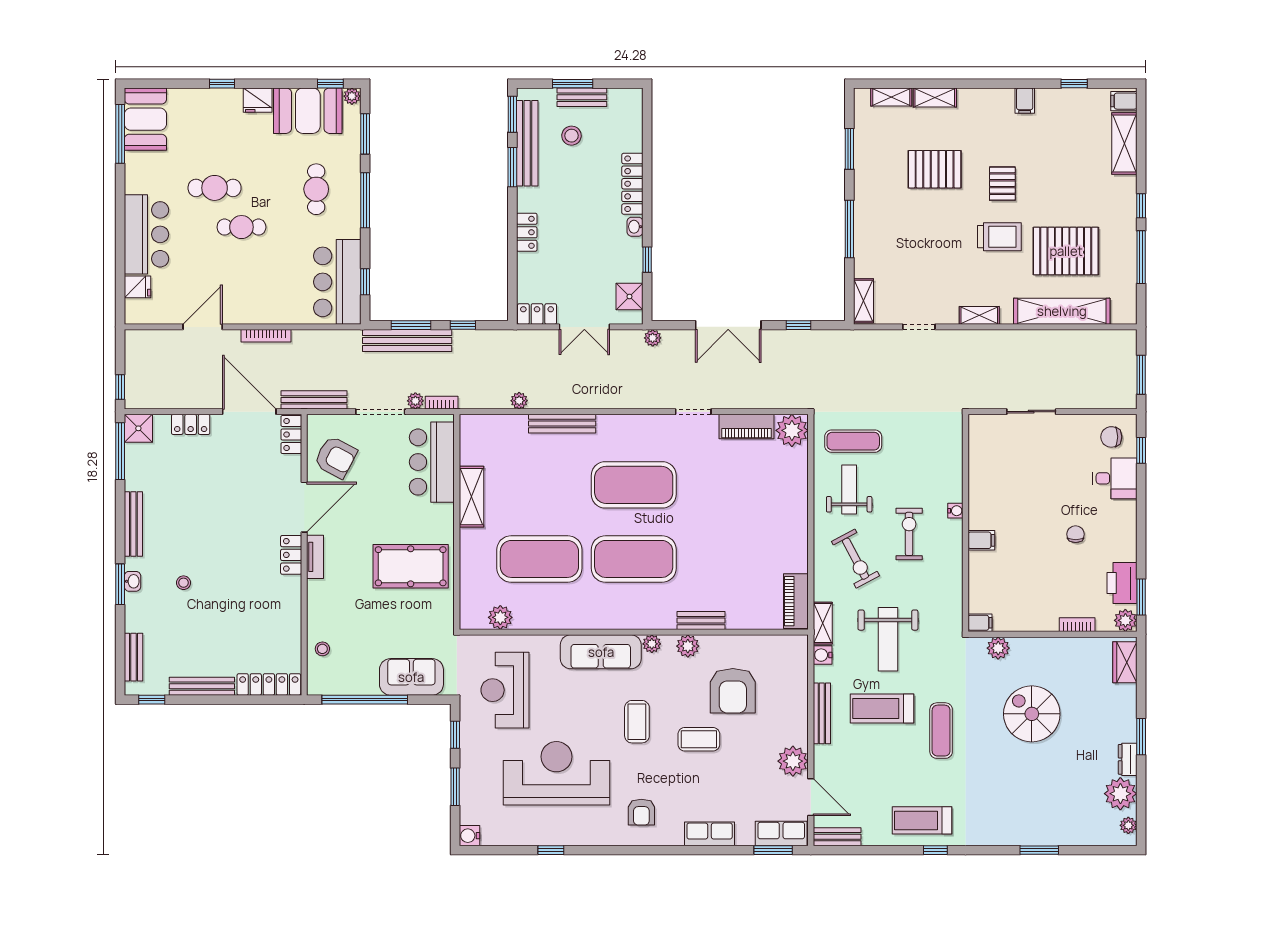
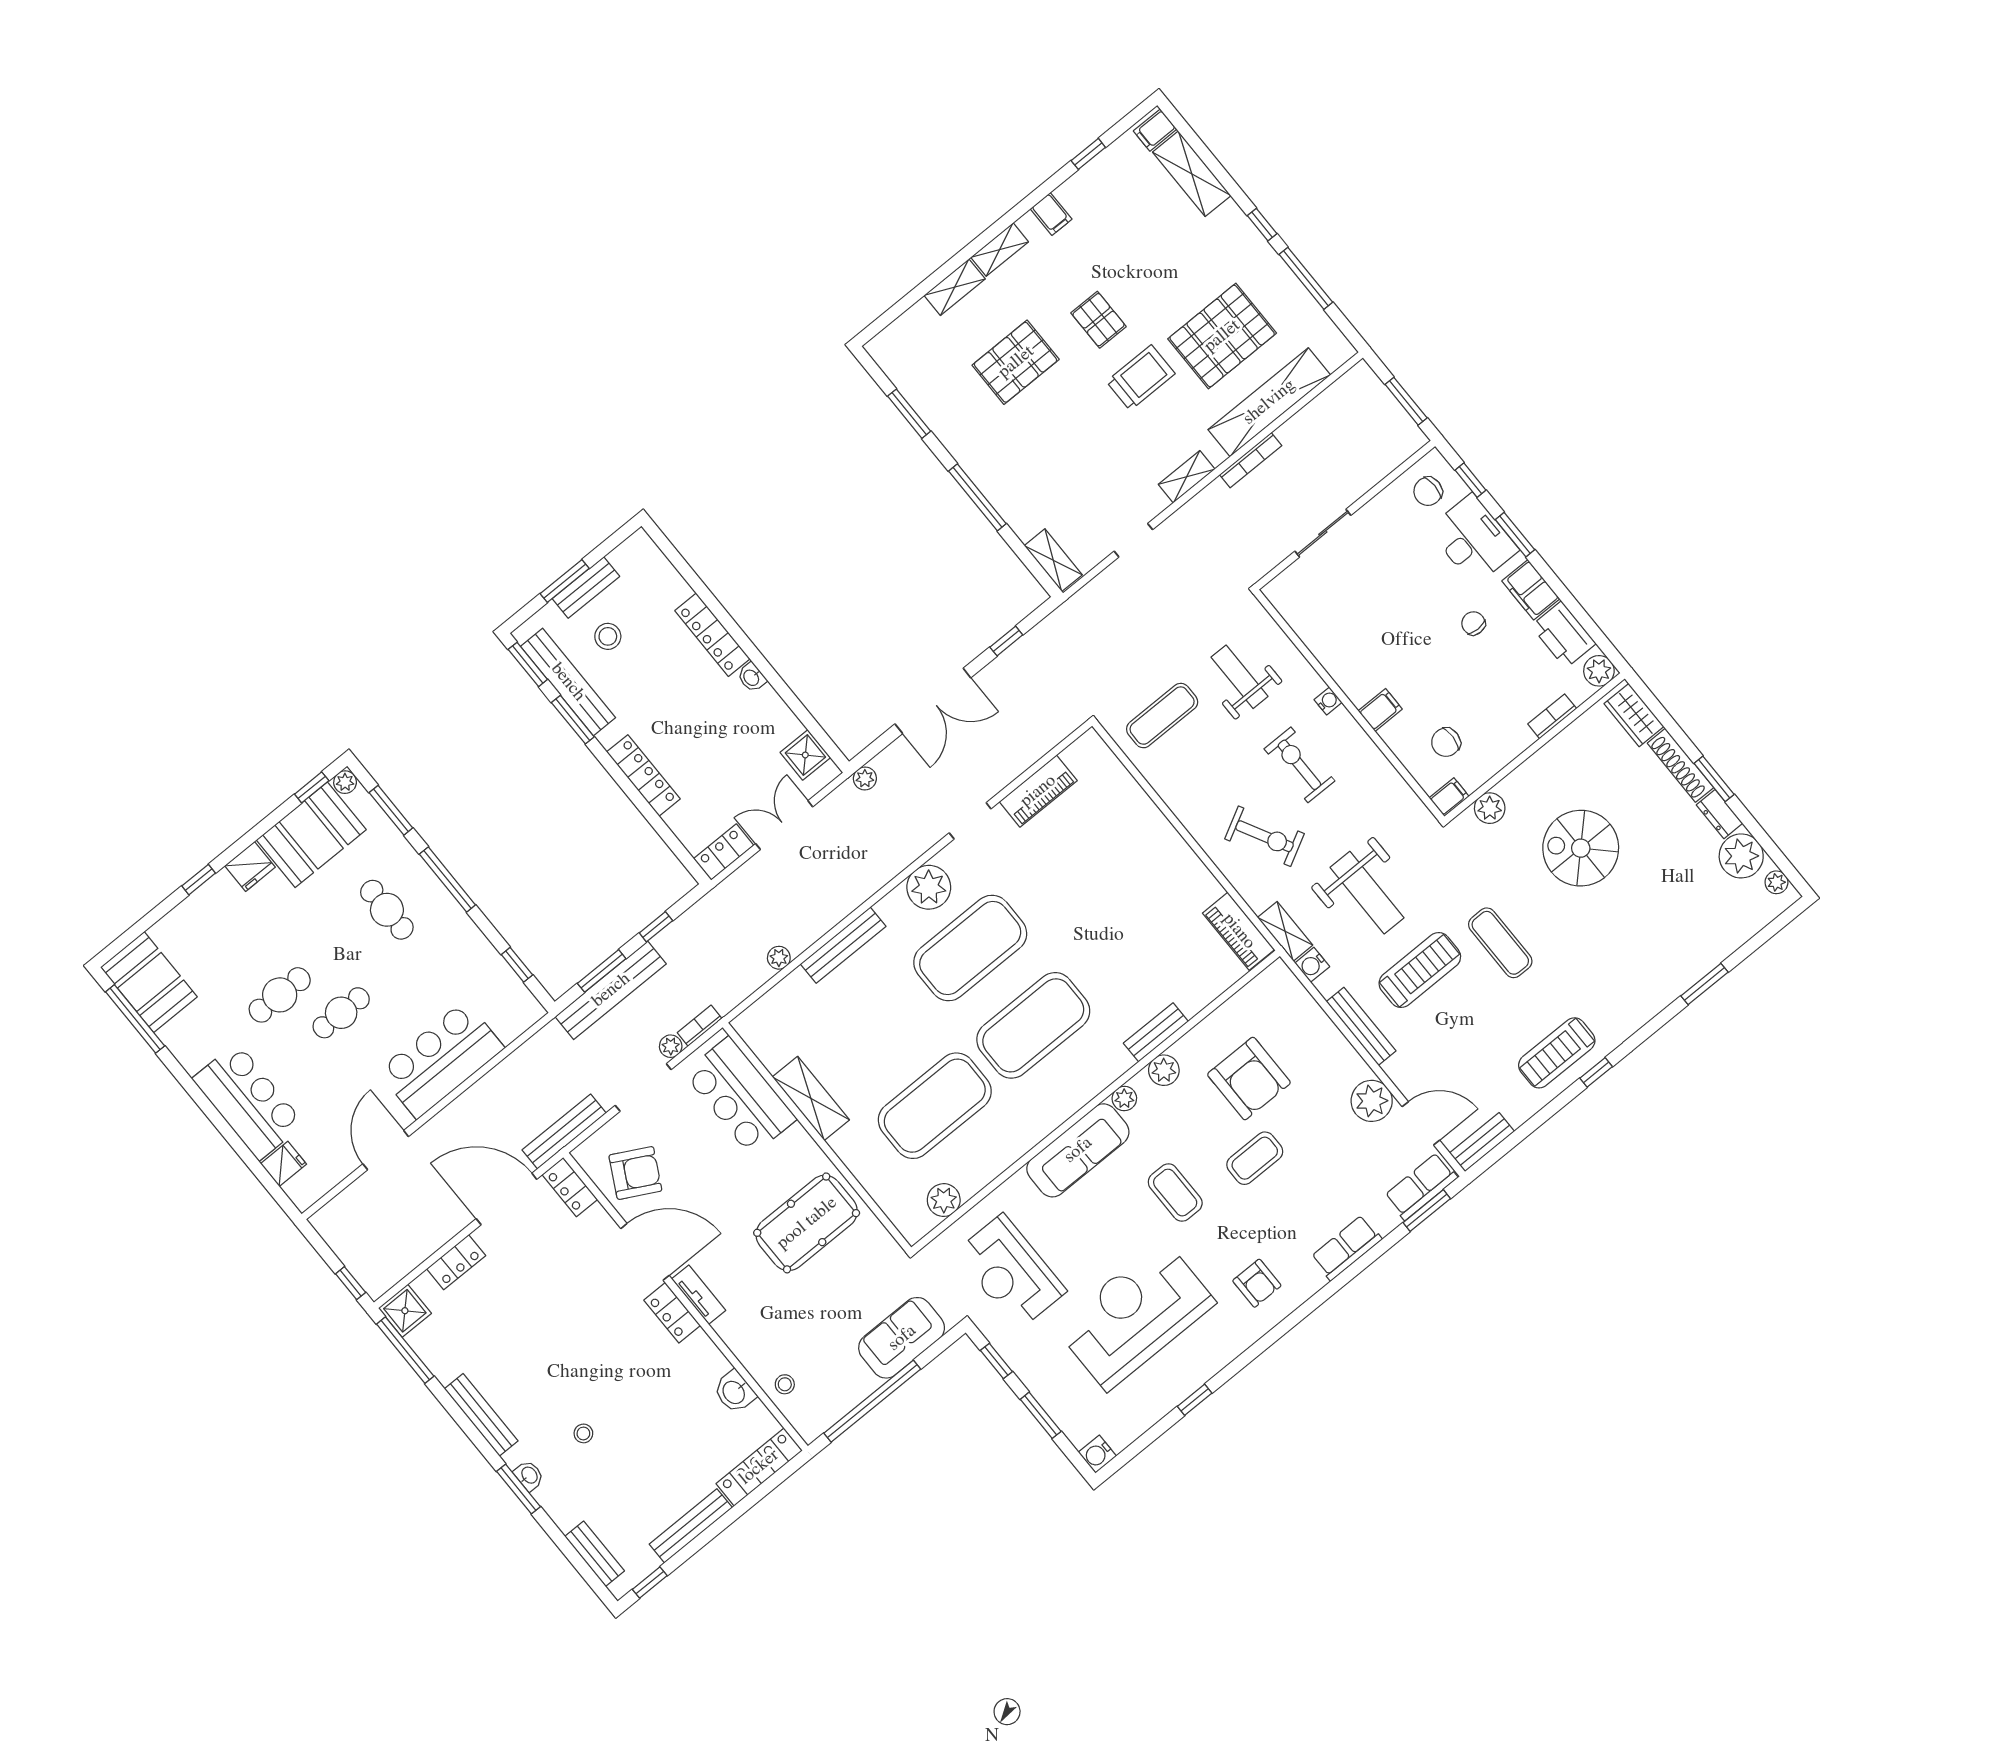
shelving: (891, 97) -> (1000, 250), moved
locker: (527, 232) -> (643, 775), width x1.53
window: (647, 260) -> (792, 702), removed
bar counter: (337, 282) -> (441, 1060), moved, turned 90
double door: (584, 327) -> (784, 825), swing flipped
bookcase: (266, 336) -> (1251, 460), moved
plant: (792, 430) -> (929, 887), moved
desk: (1115, 478) -> (1473, 540), width x1.37
weight bench: (849, 489) -> (1240, 677), moved
door: (304, 507) -> (645, 1252), hinge flipped
filing cabinet: (1124, 542) -> (1531, 590), added
chair: (1004, 590) -> (1446, 742), added
window: (1141, 597) -> (1515, 535), moved
washbasin: (290, 630) -> (734, 1392), added
treadmill: (882, 708) -> (1420, 970), turned 180
shoe rack: (1128, 713) -> (1680, 765), added

